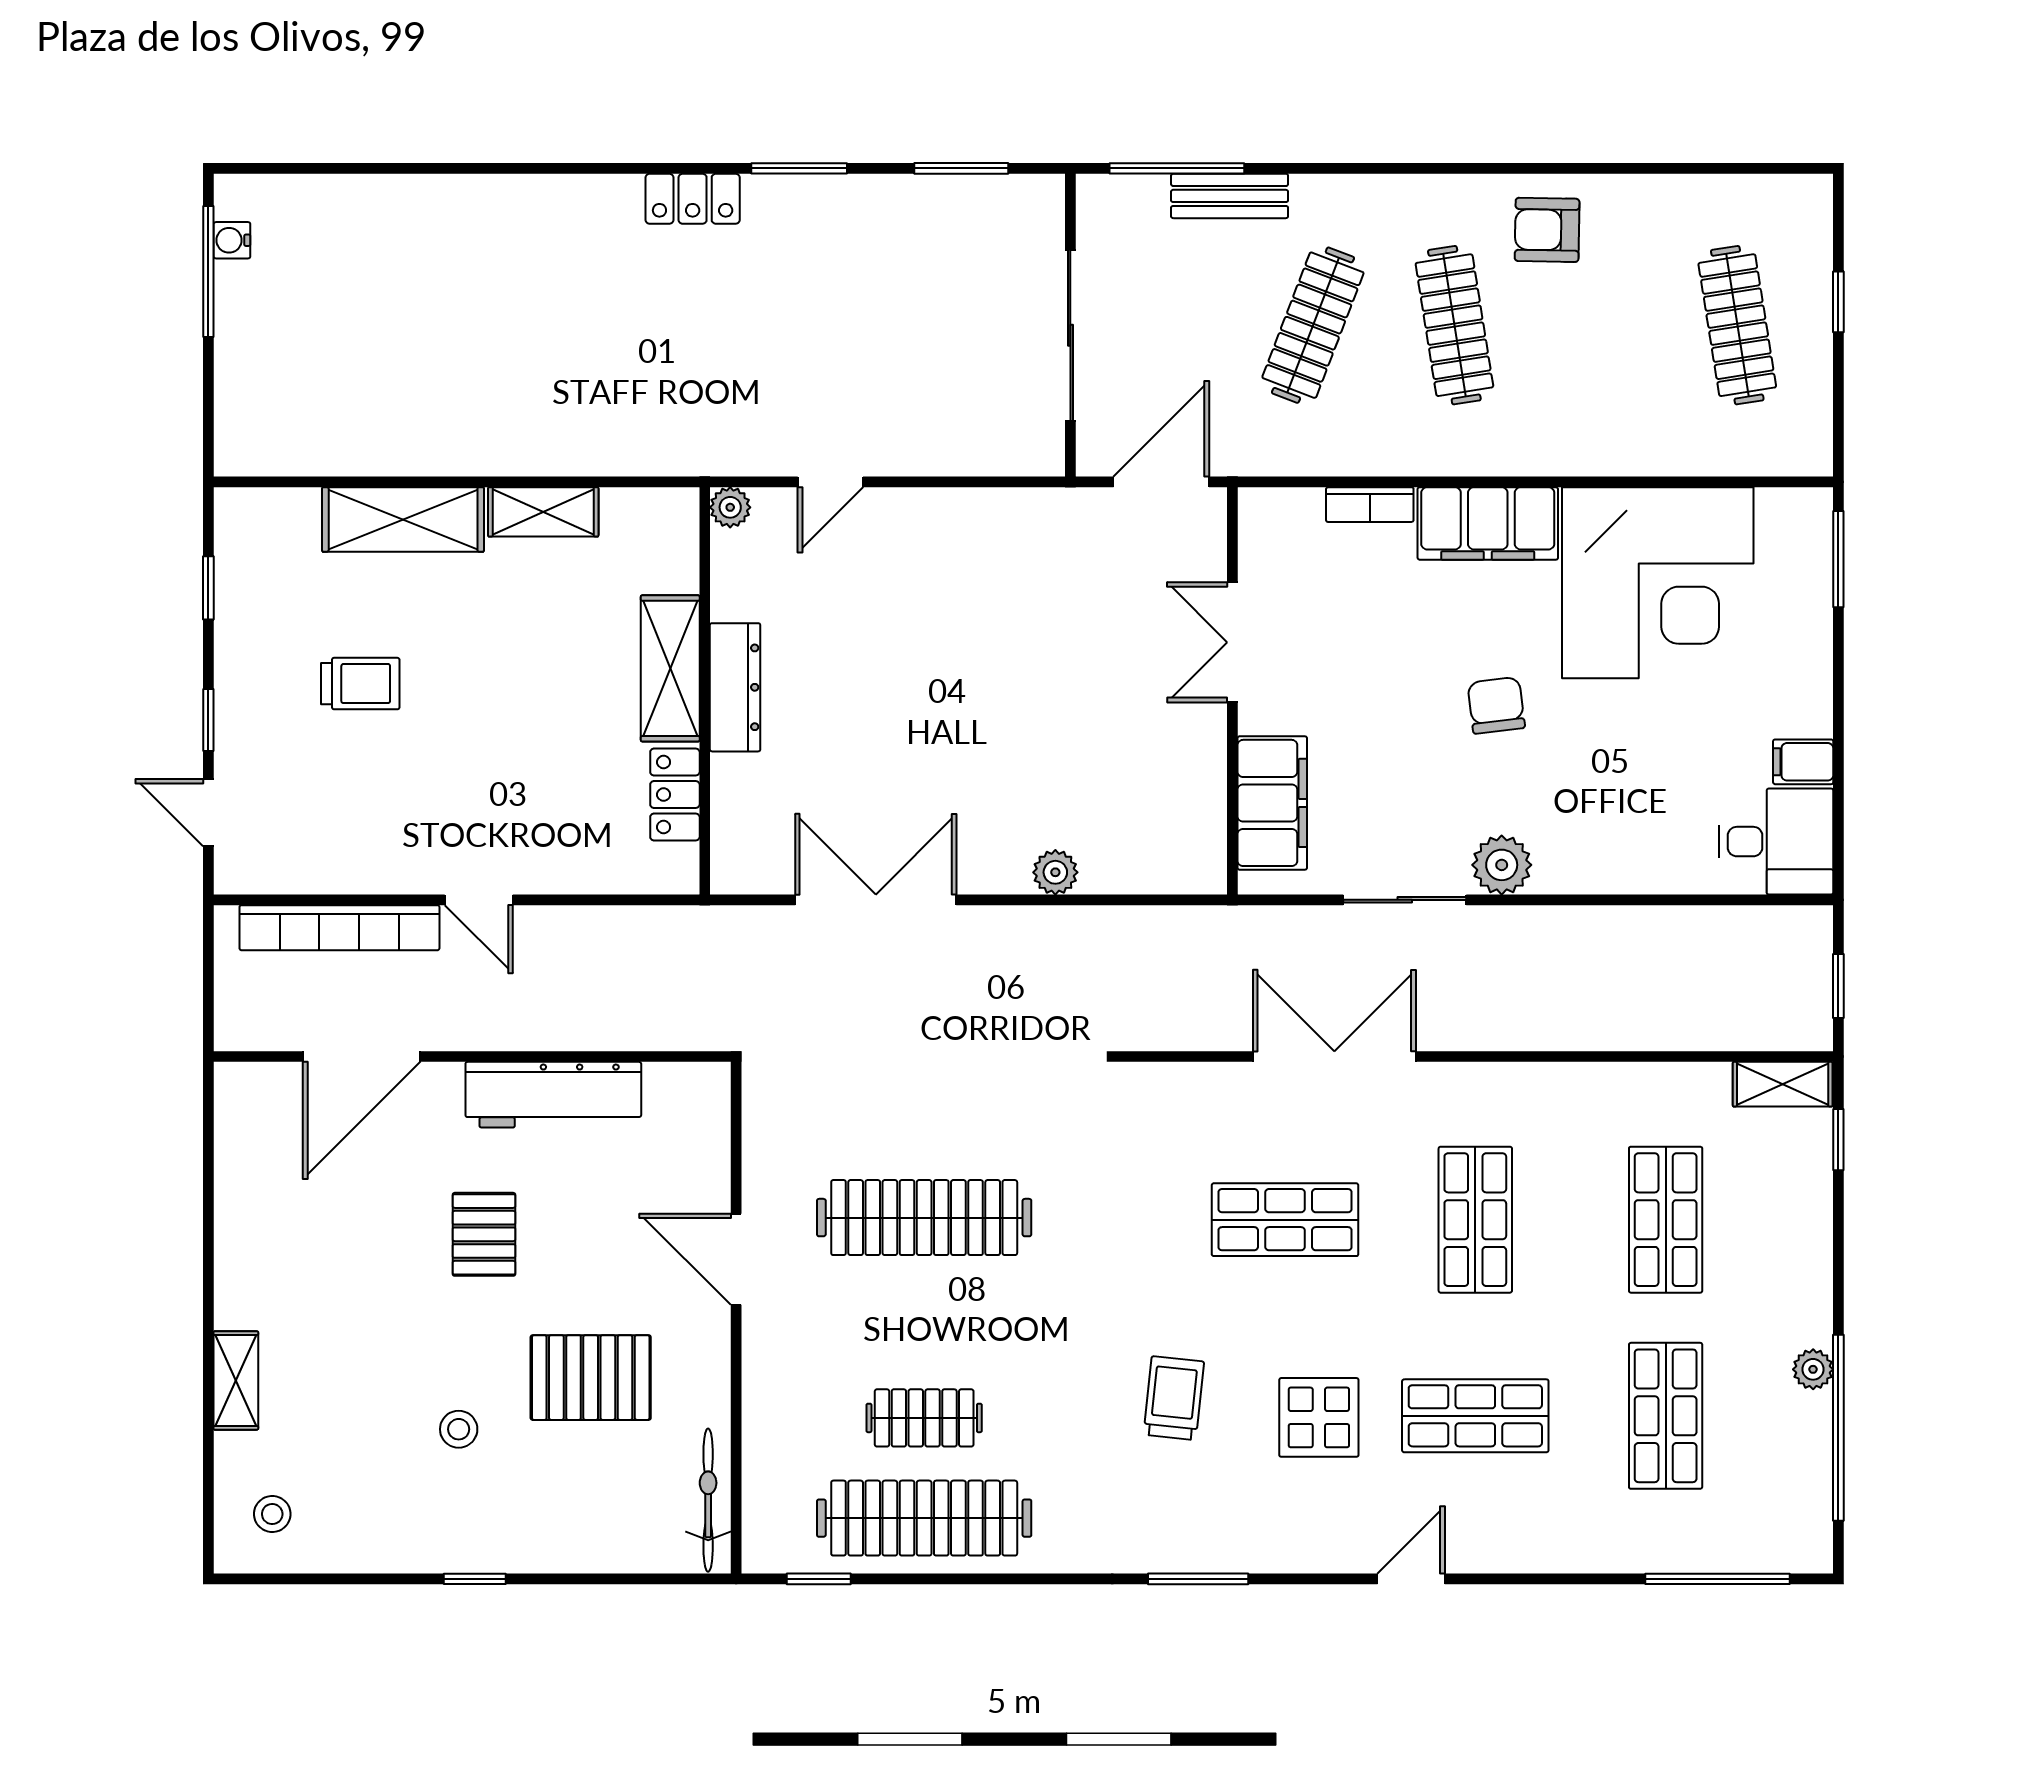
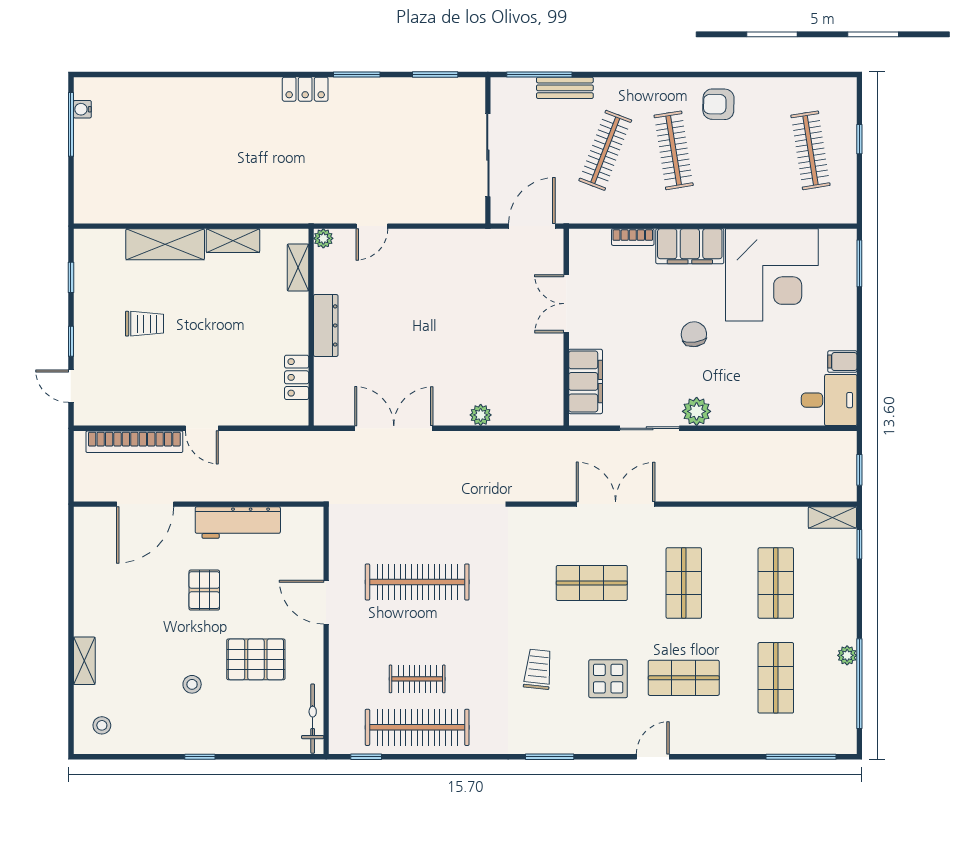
shelving: (670, 668) -> (298, 267), moved, width x0.67, depth x0.75

